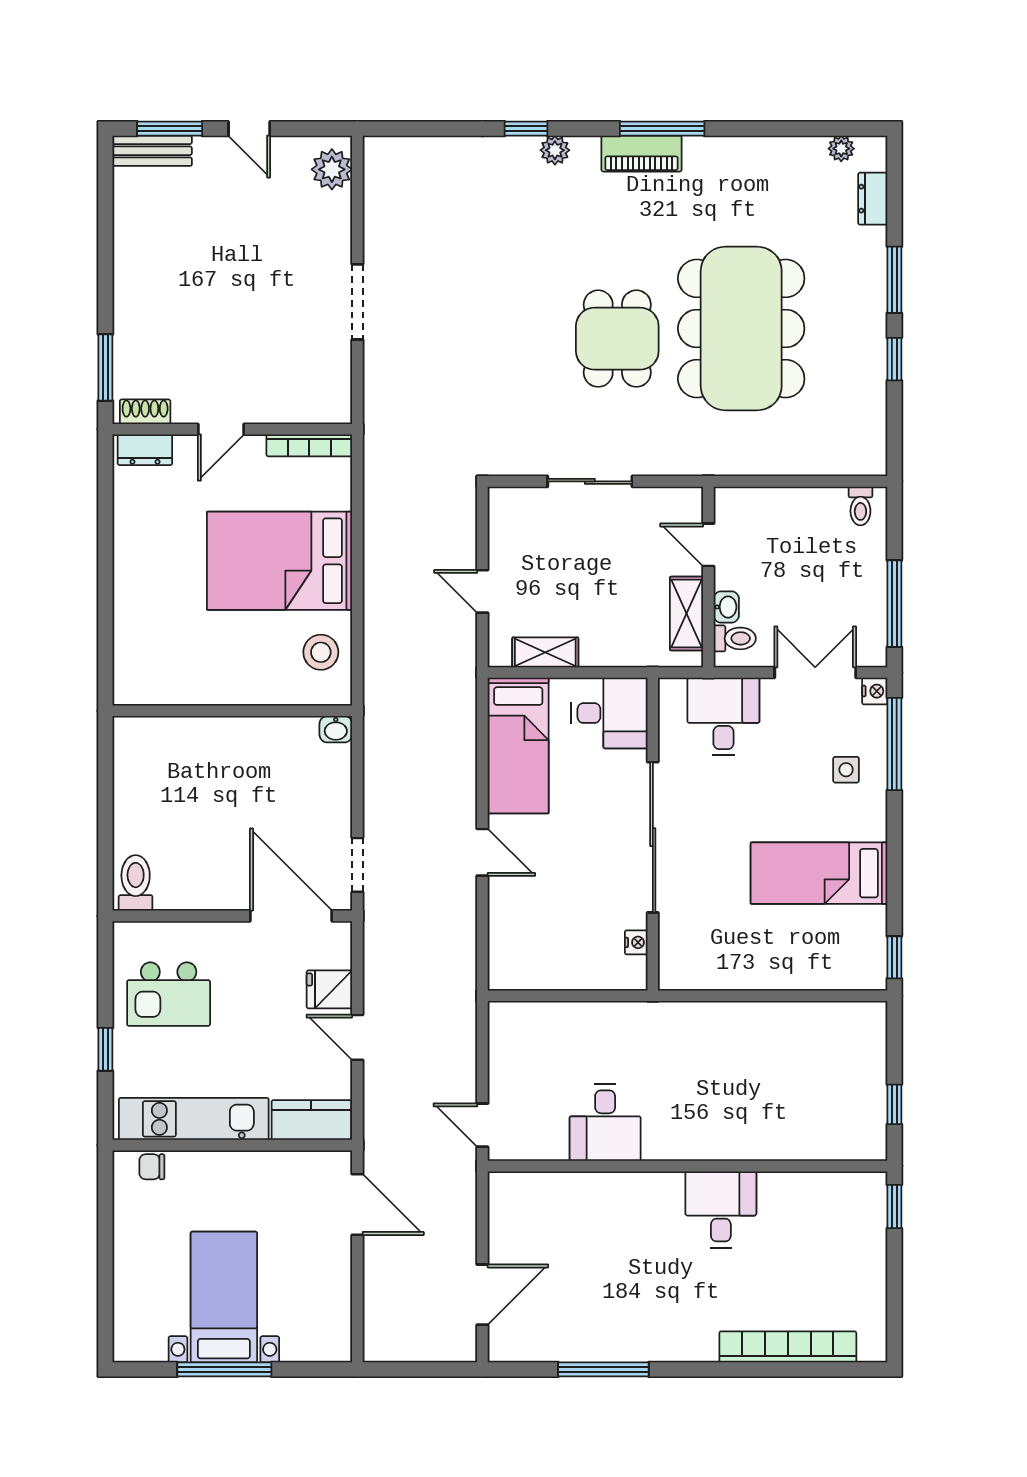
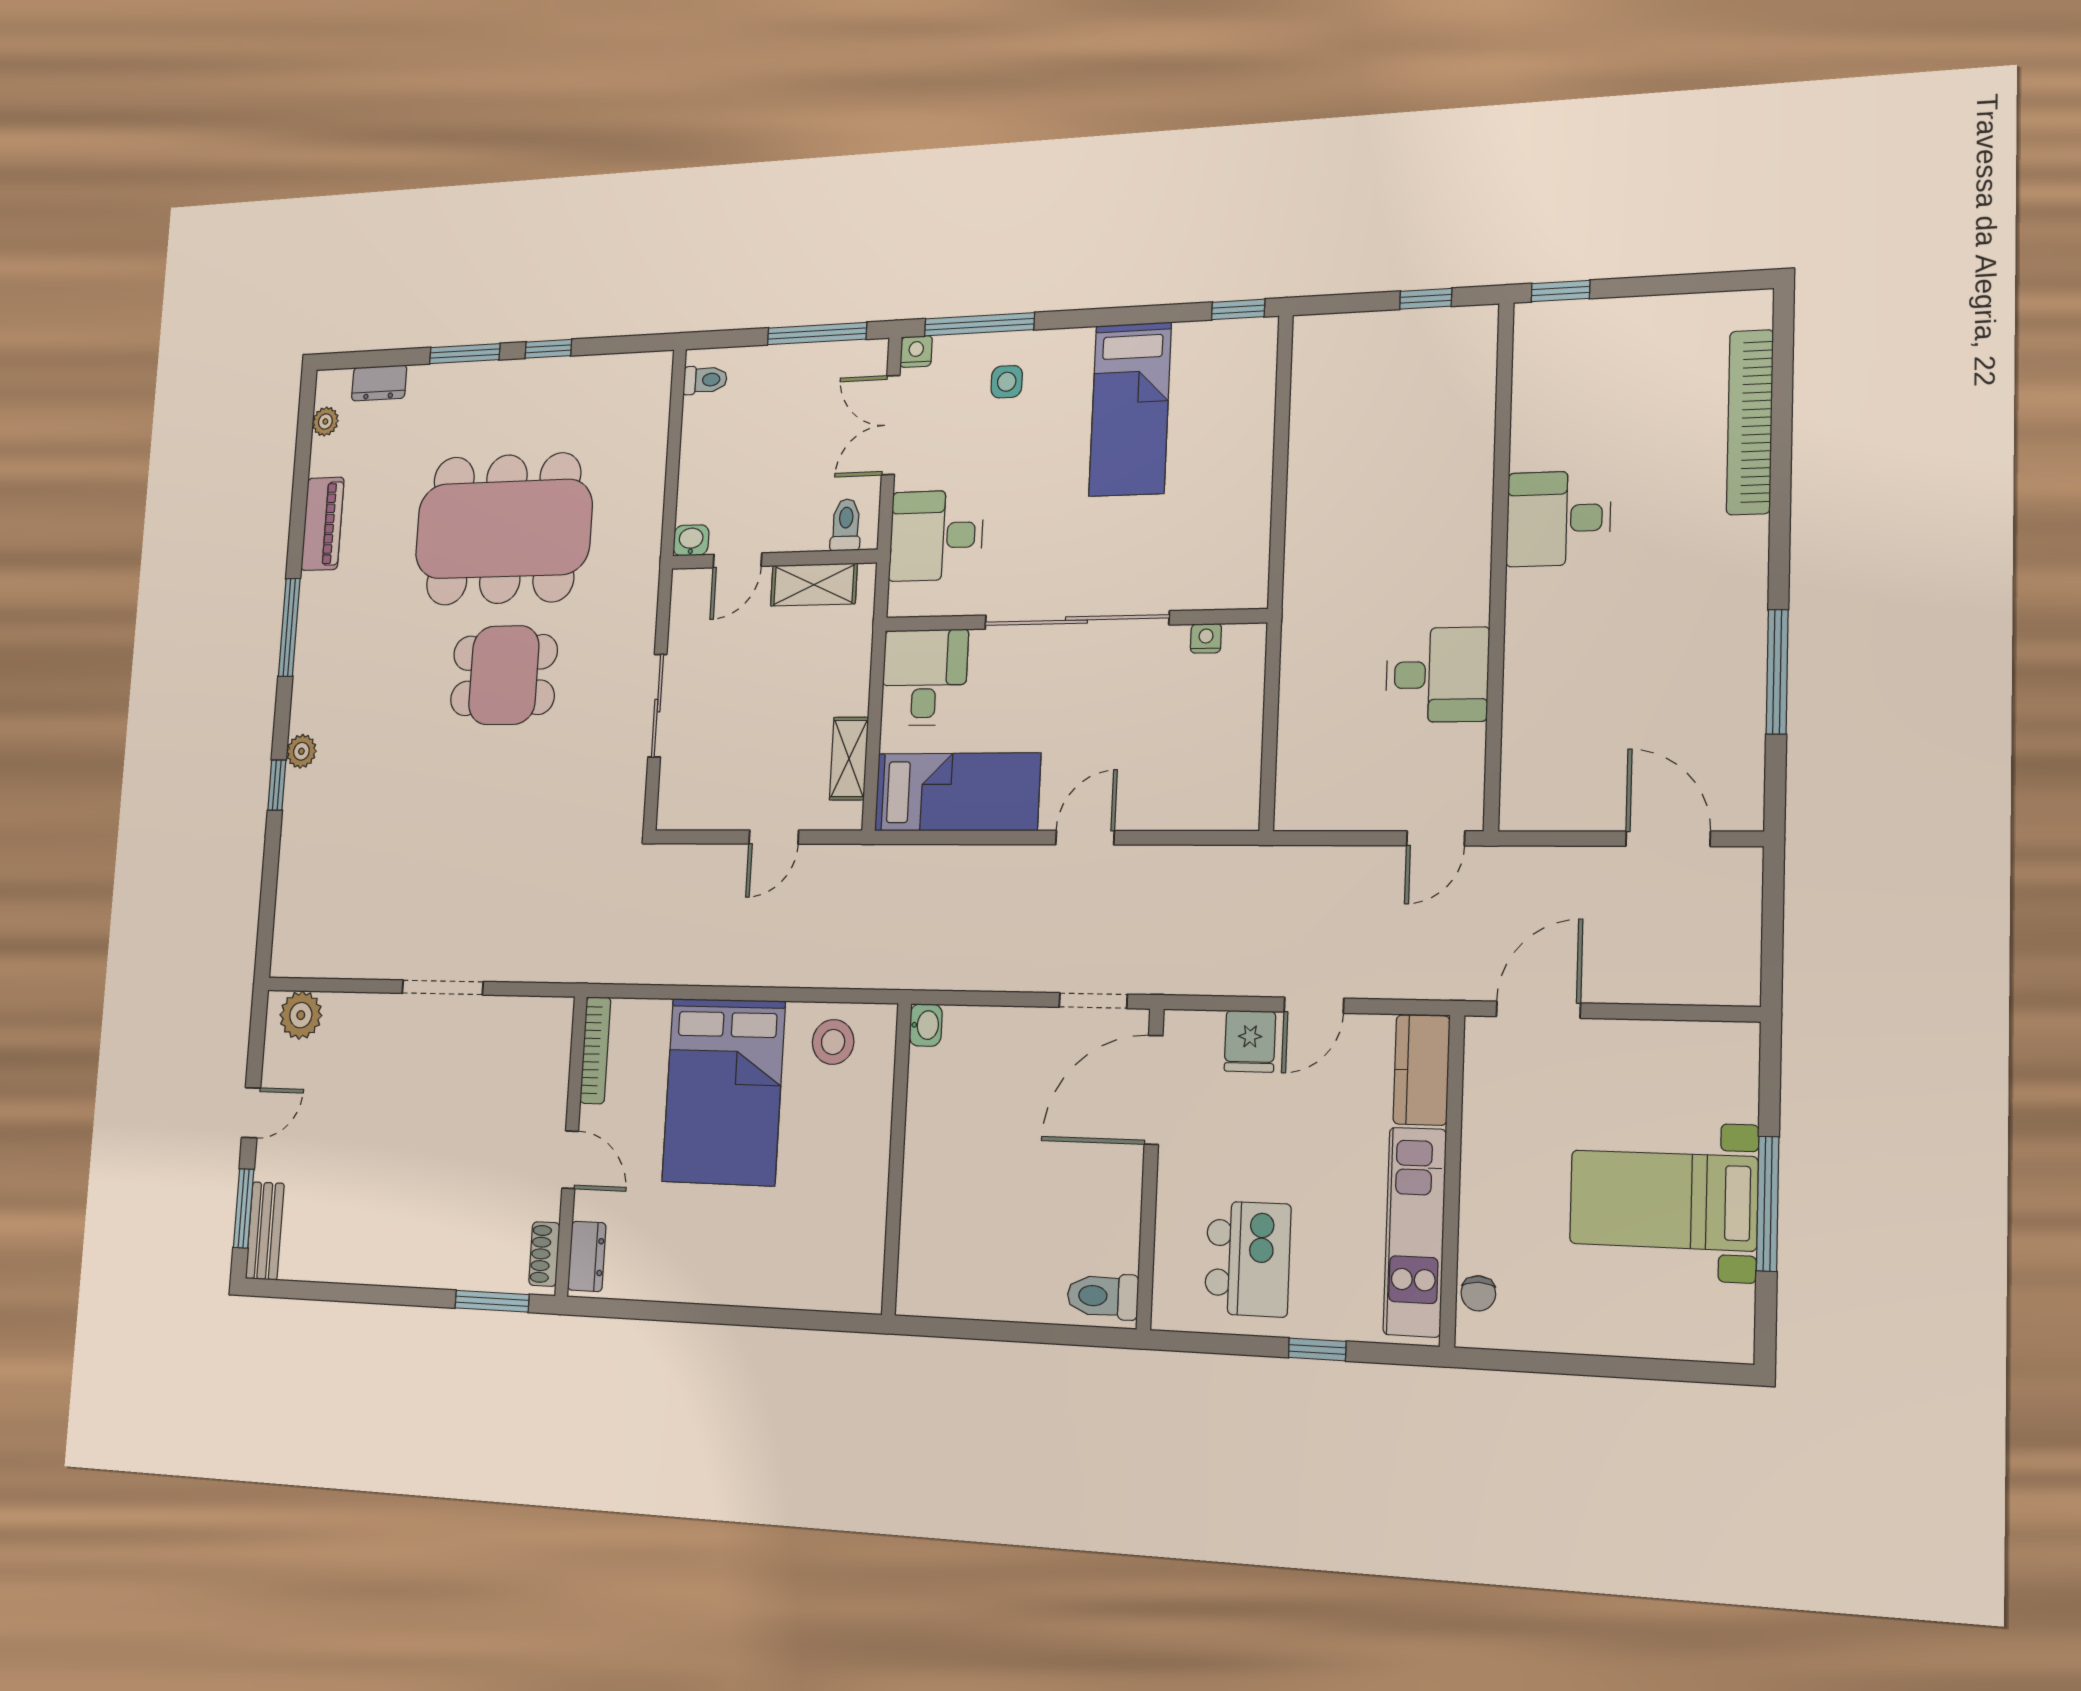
piano: (642, 154) -> (322, 524), moved
washbasin: (726, 607) -> (691, 540), moved

